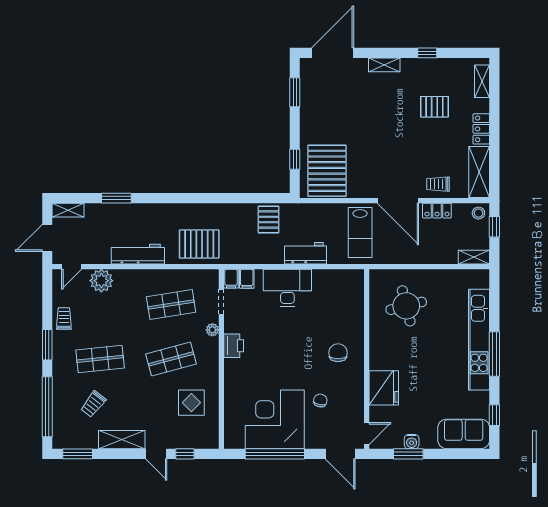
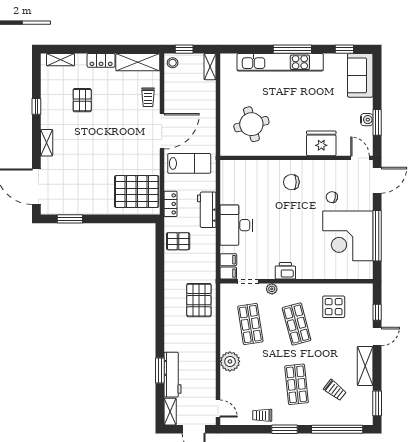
window: (295, 159) -> (127, 219), removed
locker: (437, 211) -> (171, 204), moved
workbench: (138, 254) -> (172, 375), moved, turned 180
plant: (101, 281) -> (230, 361), moved

